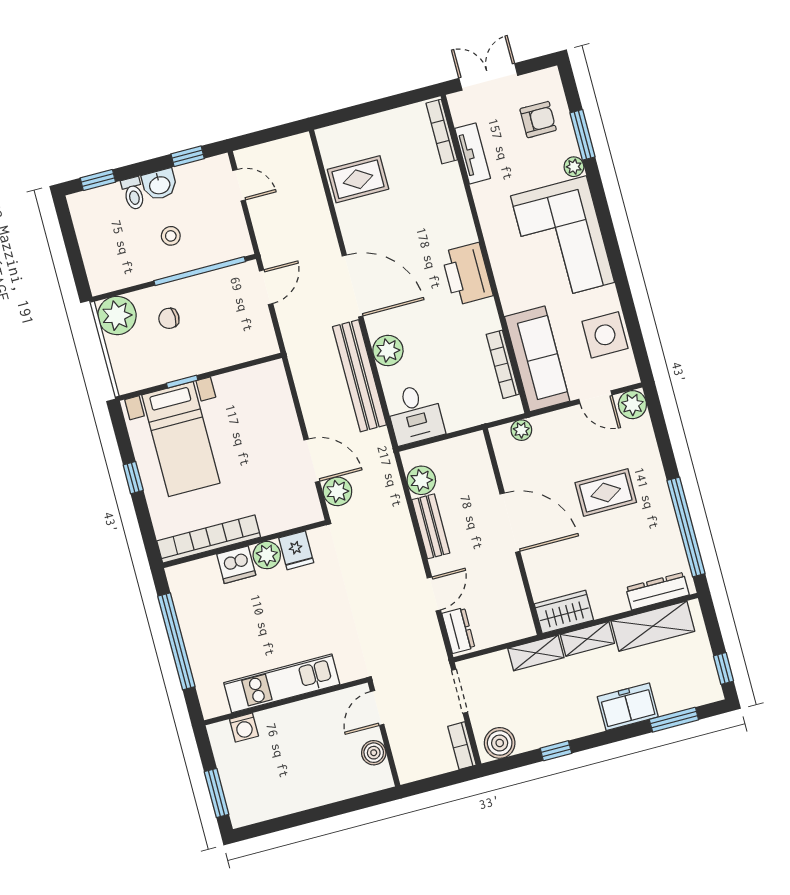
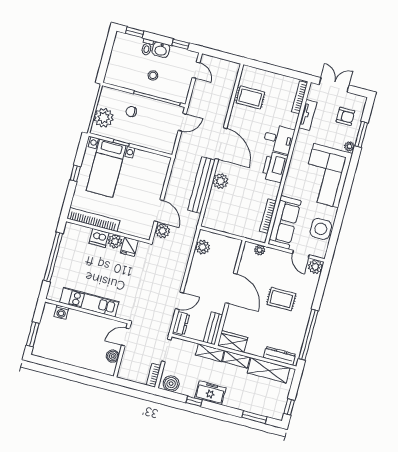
plant: (117, 316) -> (104, 118), moved
desk: (415, 414) -> (279, 139), moved, turned -90
bench: (431, 526) -> (213, 328), moved
freezer: (628, 707) -> (210, 393), moved

